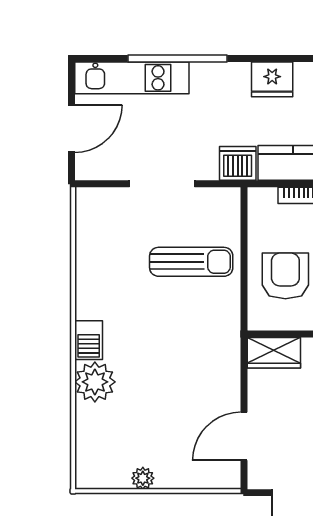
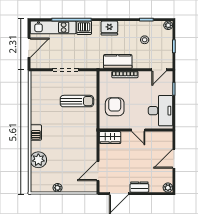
dishwasher: (238, 163) -> (84, 28), moved, turned 180
plant: (95, 382) -> (38, 160), moved

